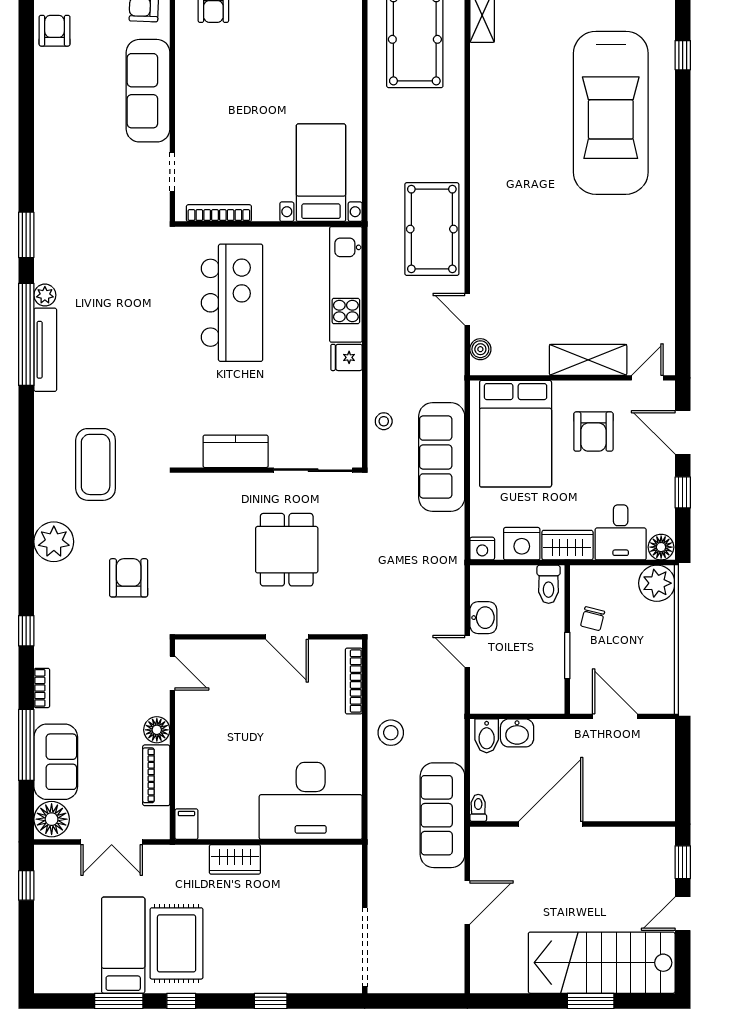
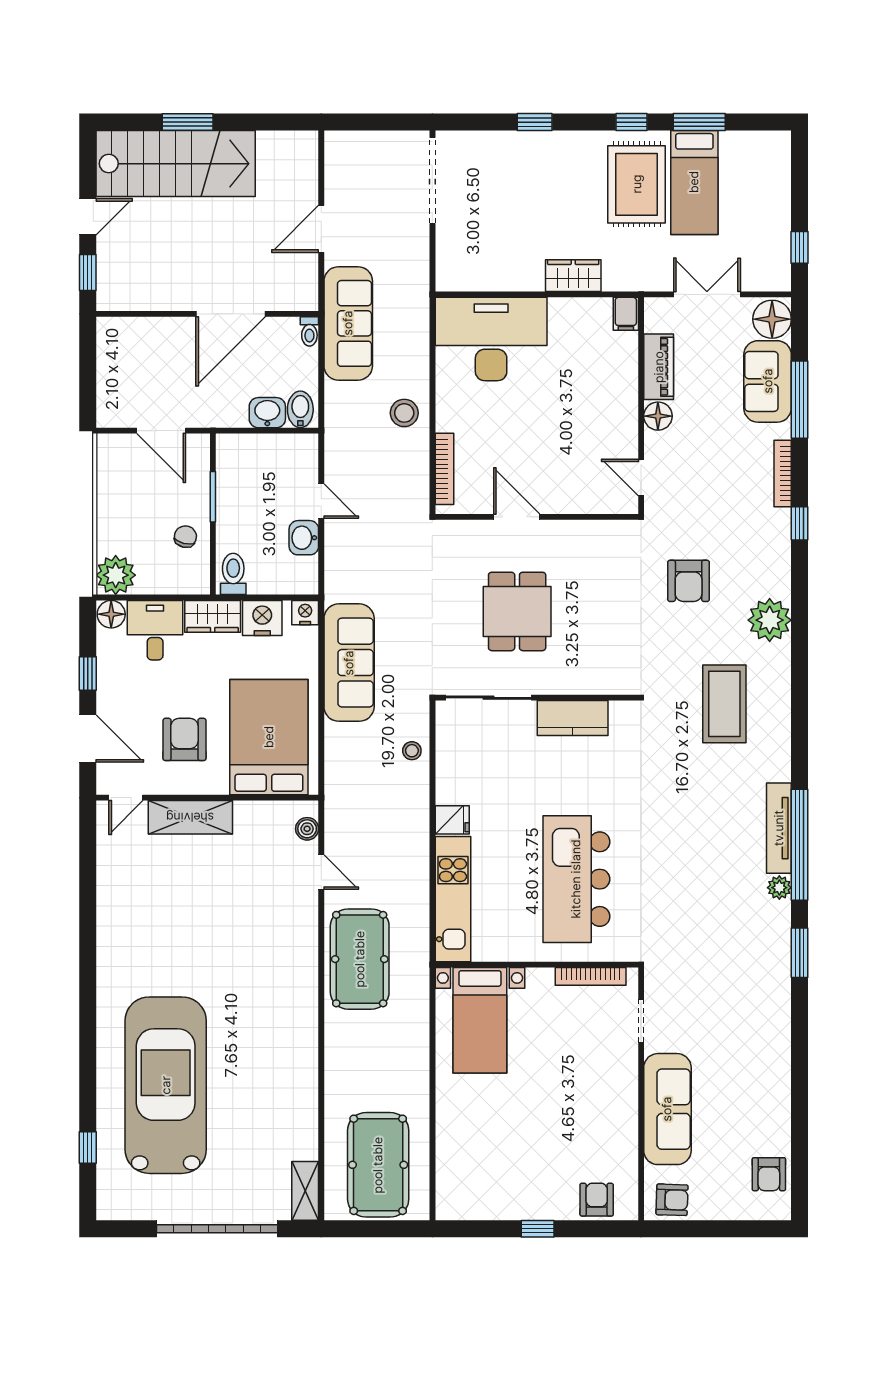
sofa: (442, 457) -> (349, 663), moved
bookcase: (42, 688) -> (783, 473), width x1.56

